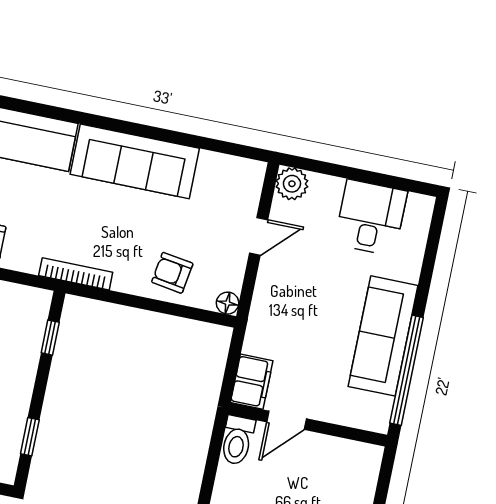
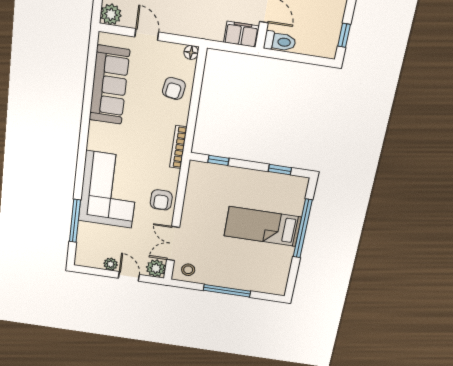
sofa: (135, 161) -> (109, 85), moved

